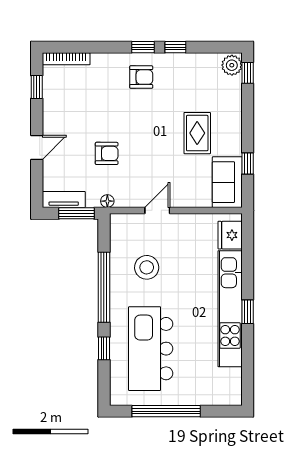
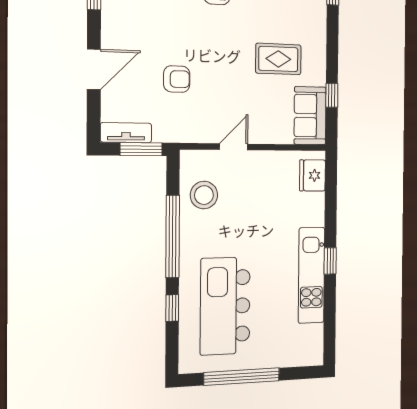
rug: (197, 133) -> (278, 59), turned 90
door: (37, 147) -> (94, 69), width x1.38
floor lamp: (107, 201) -> (177, 135), removed
stool: (147, 267) -> (204, 195), moved
kitchen unit: (230, 309) -> (312, 275), width x0.73

